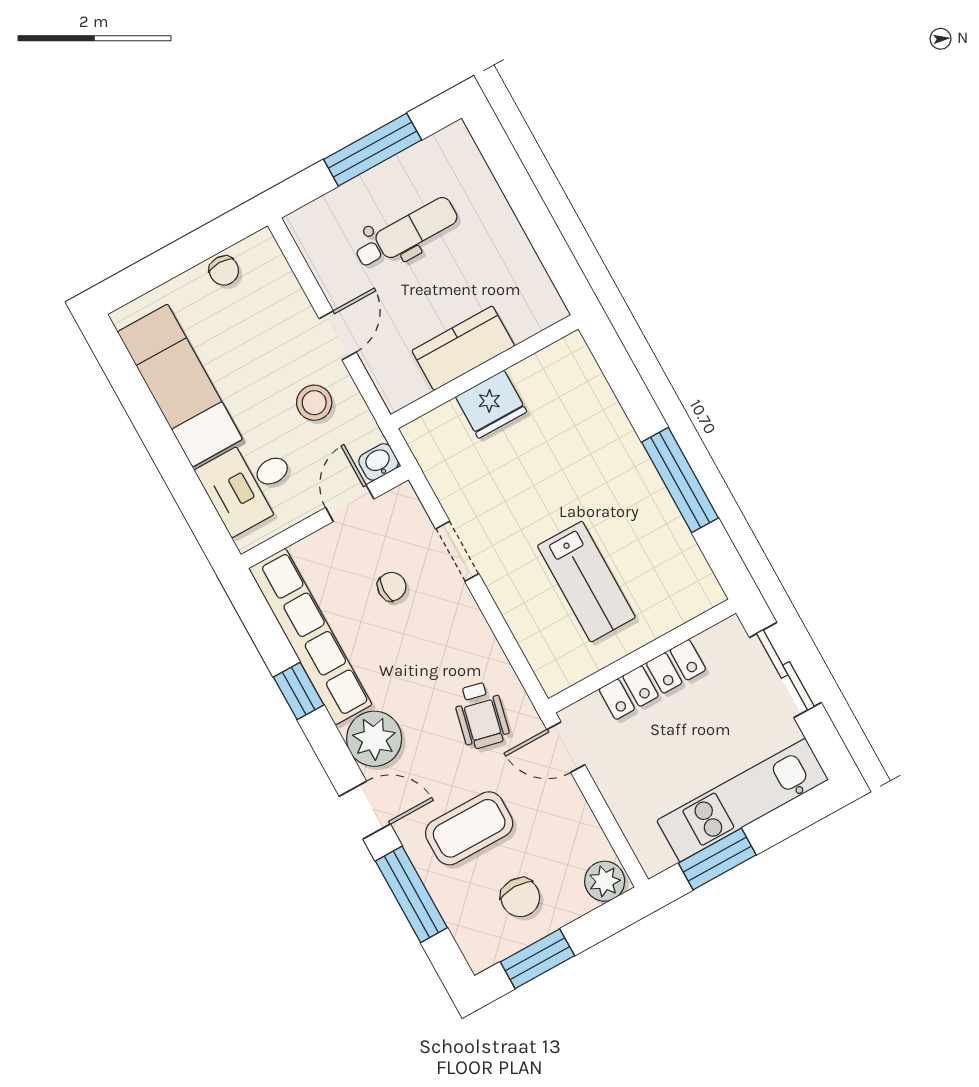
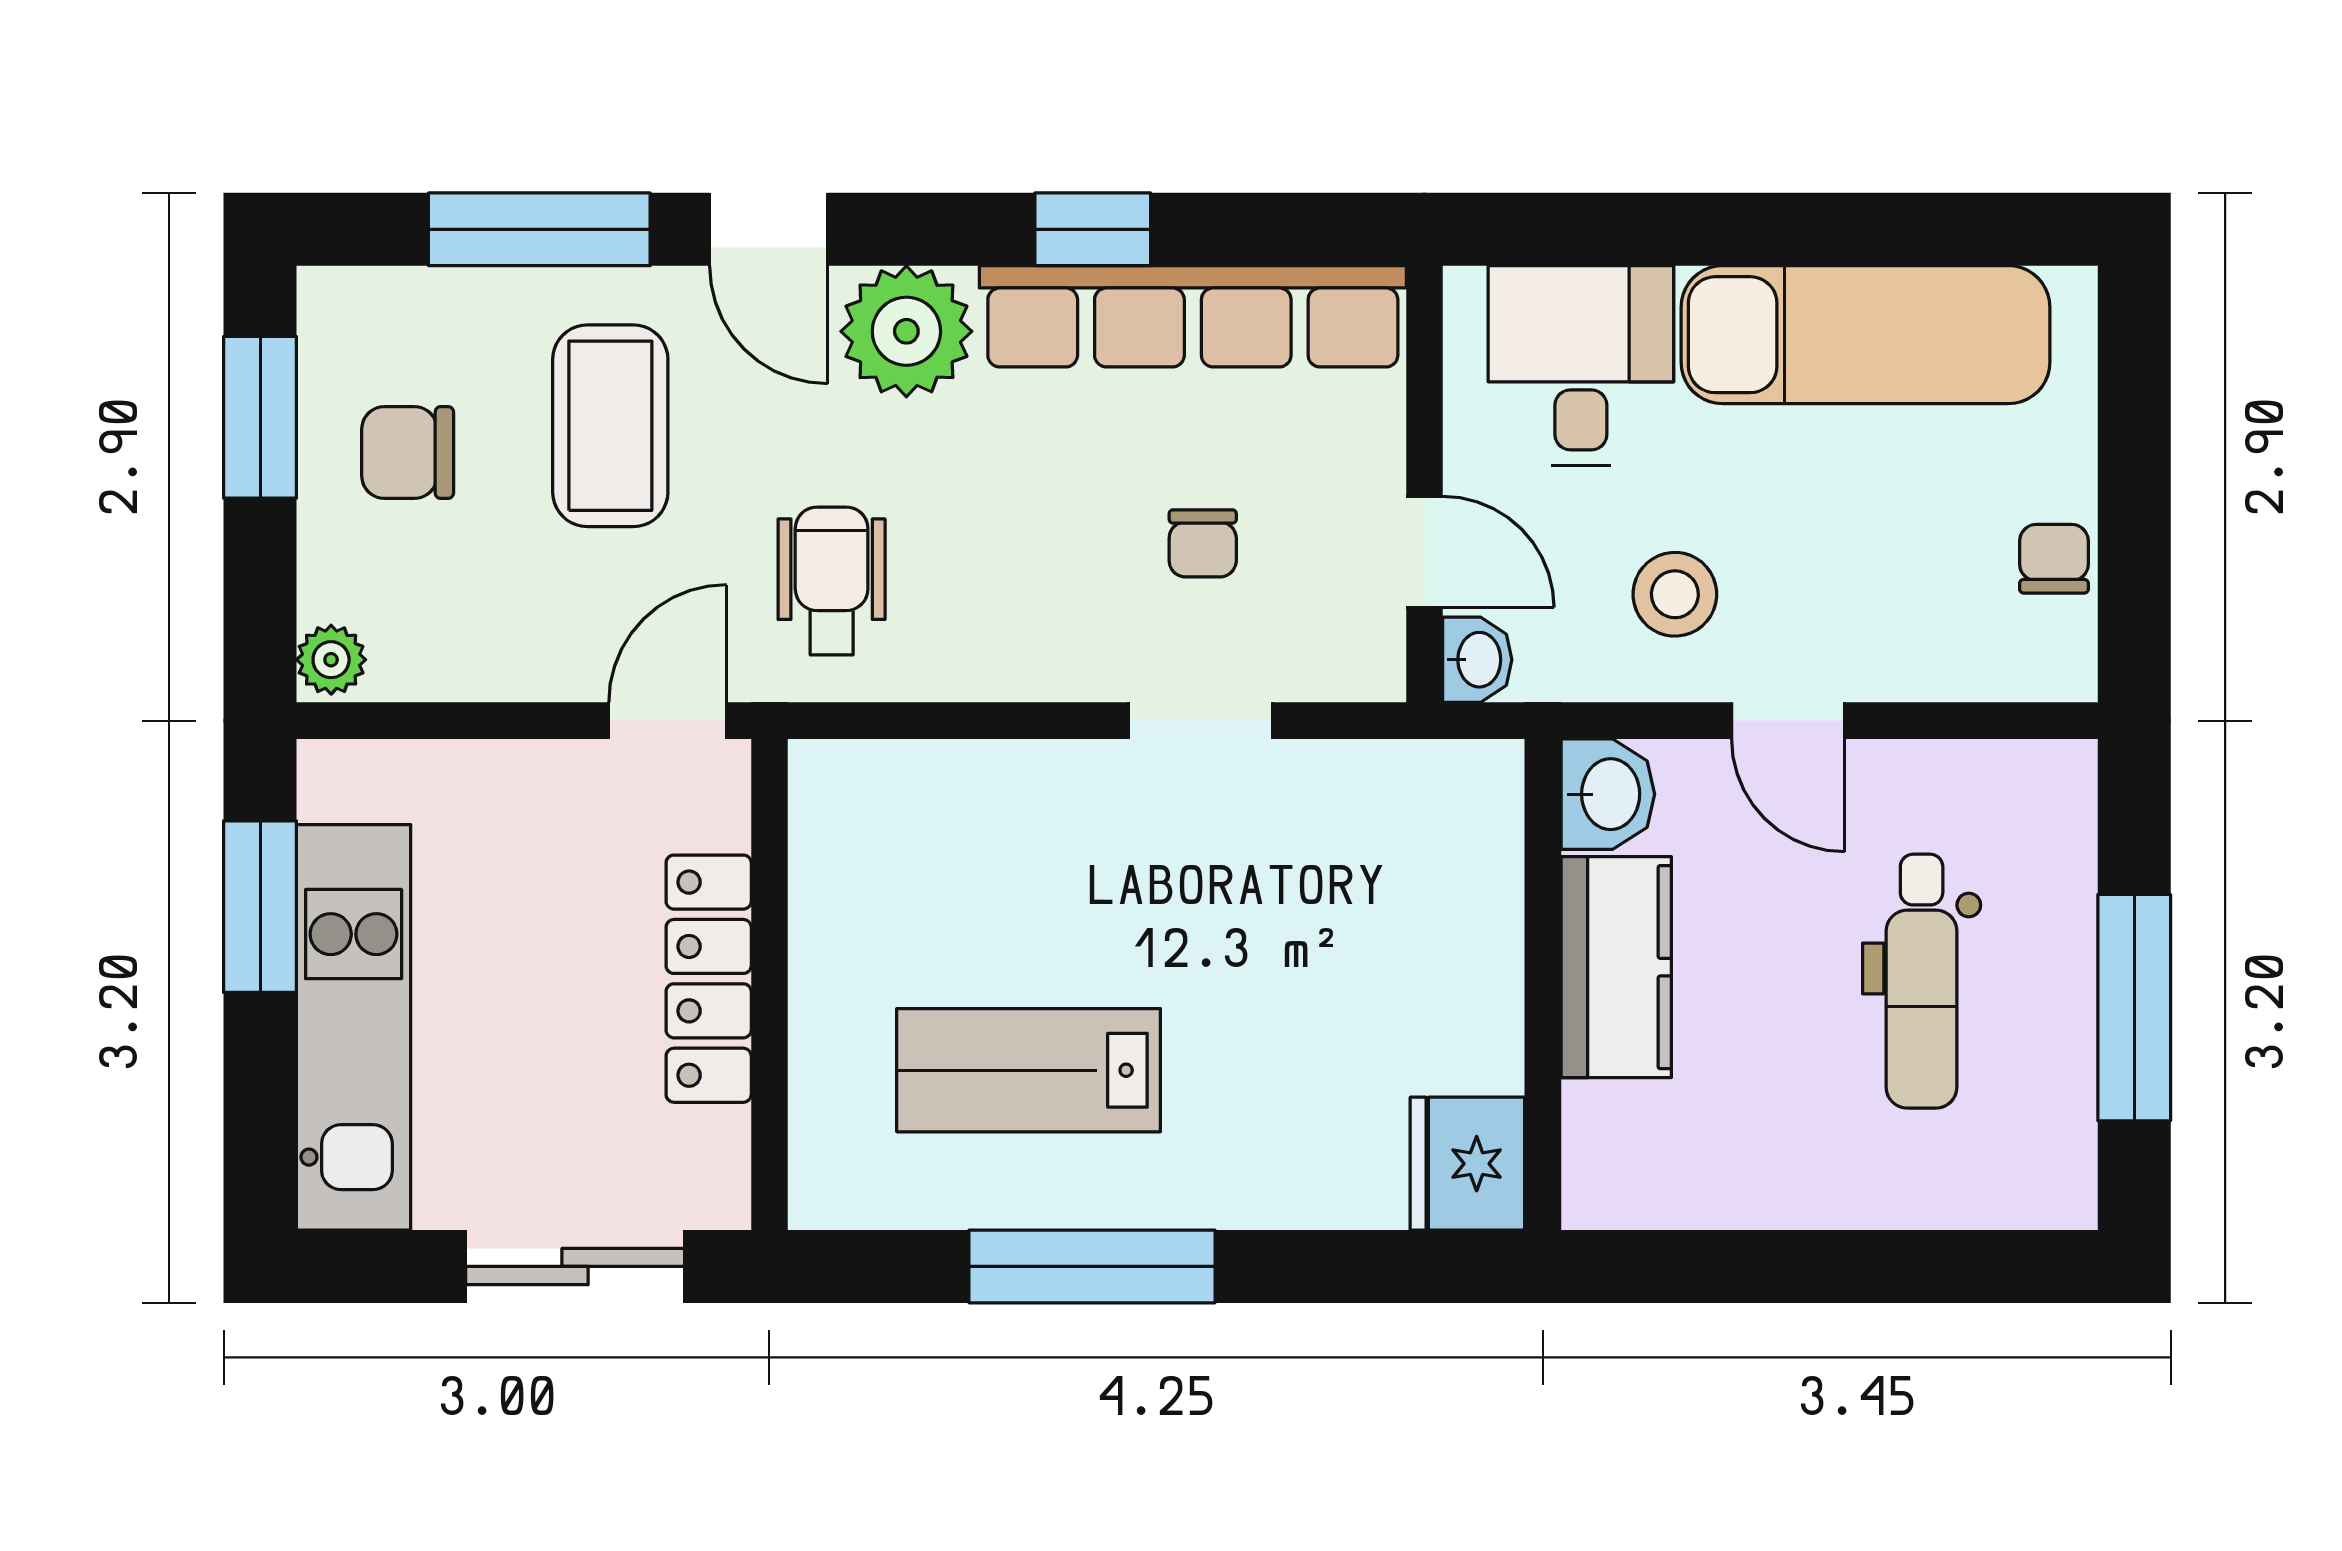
chair: (224, 271) -> (2054, 559), turned 90
washbasin: (401, 387) -> (1608, 794), added
fridge: (491, 404) -> (1467, 1164), moved
lab bench: (586, 582) -> (1029, 1070), moved
wheelchair: (481, 715) -> (832, 581), turned 77
door: (365, 810) -> (769, 229), hinge flipped
plant: (605, 881) -> (331, 660), width x0.73, depth x0.73

